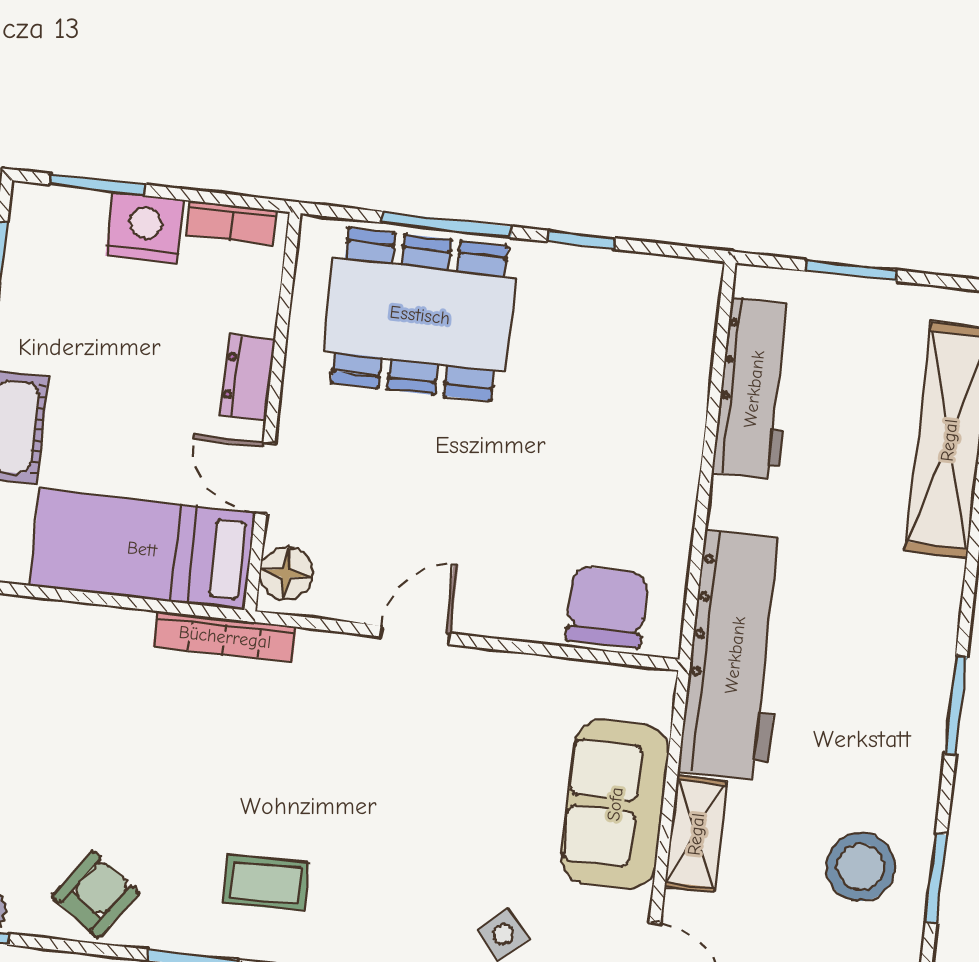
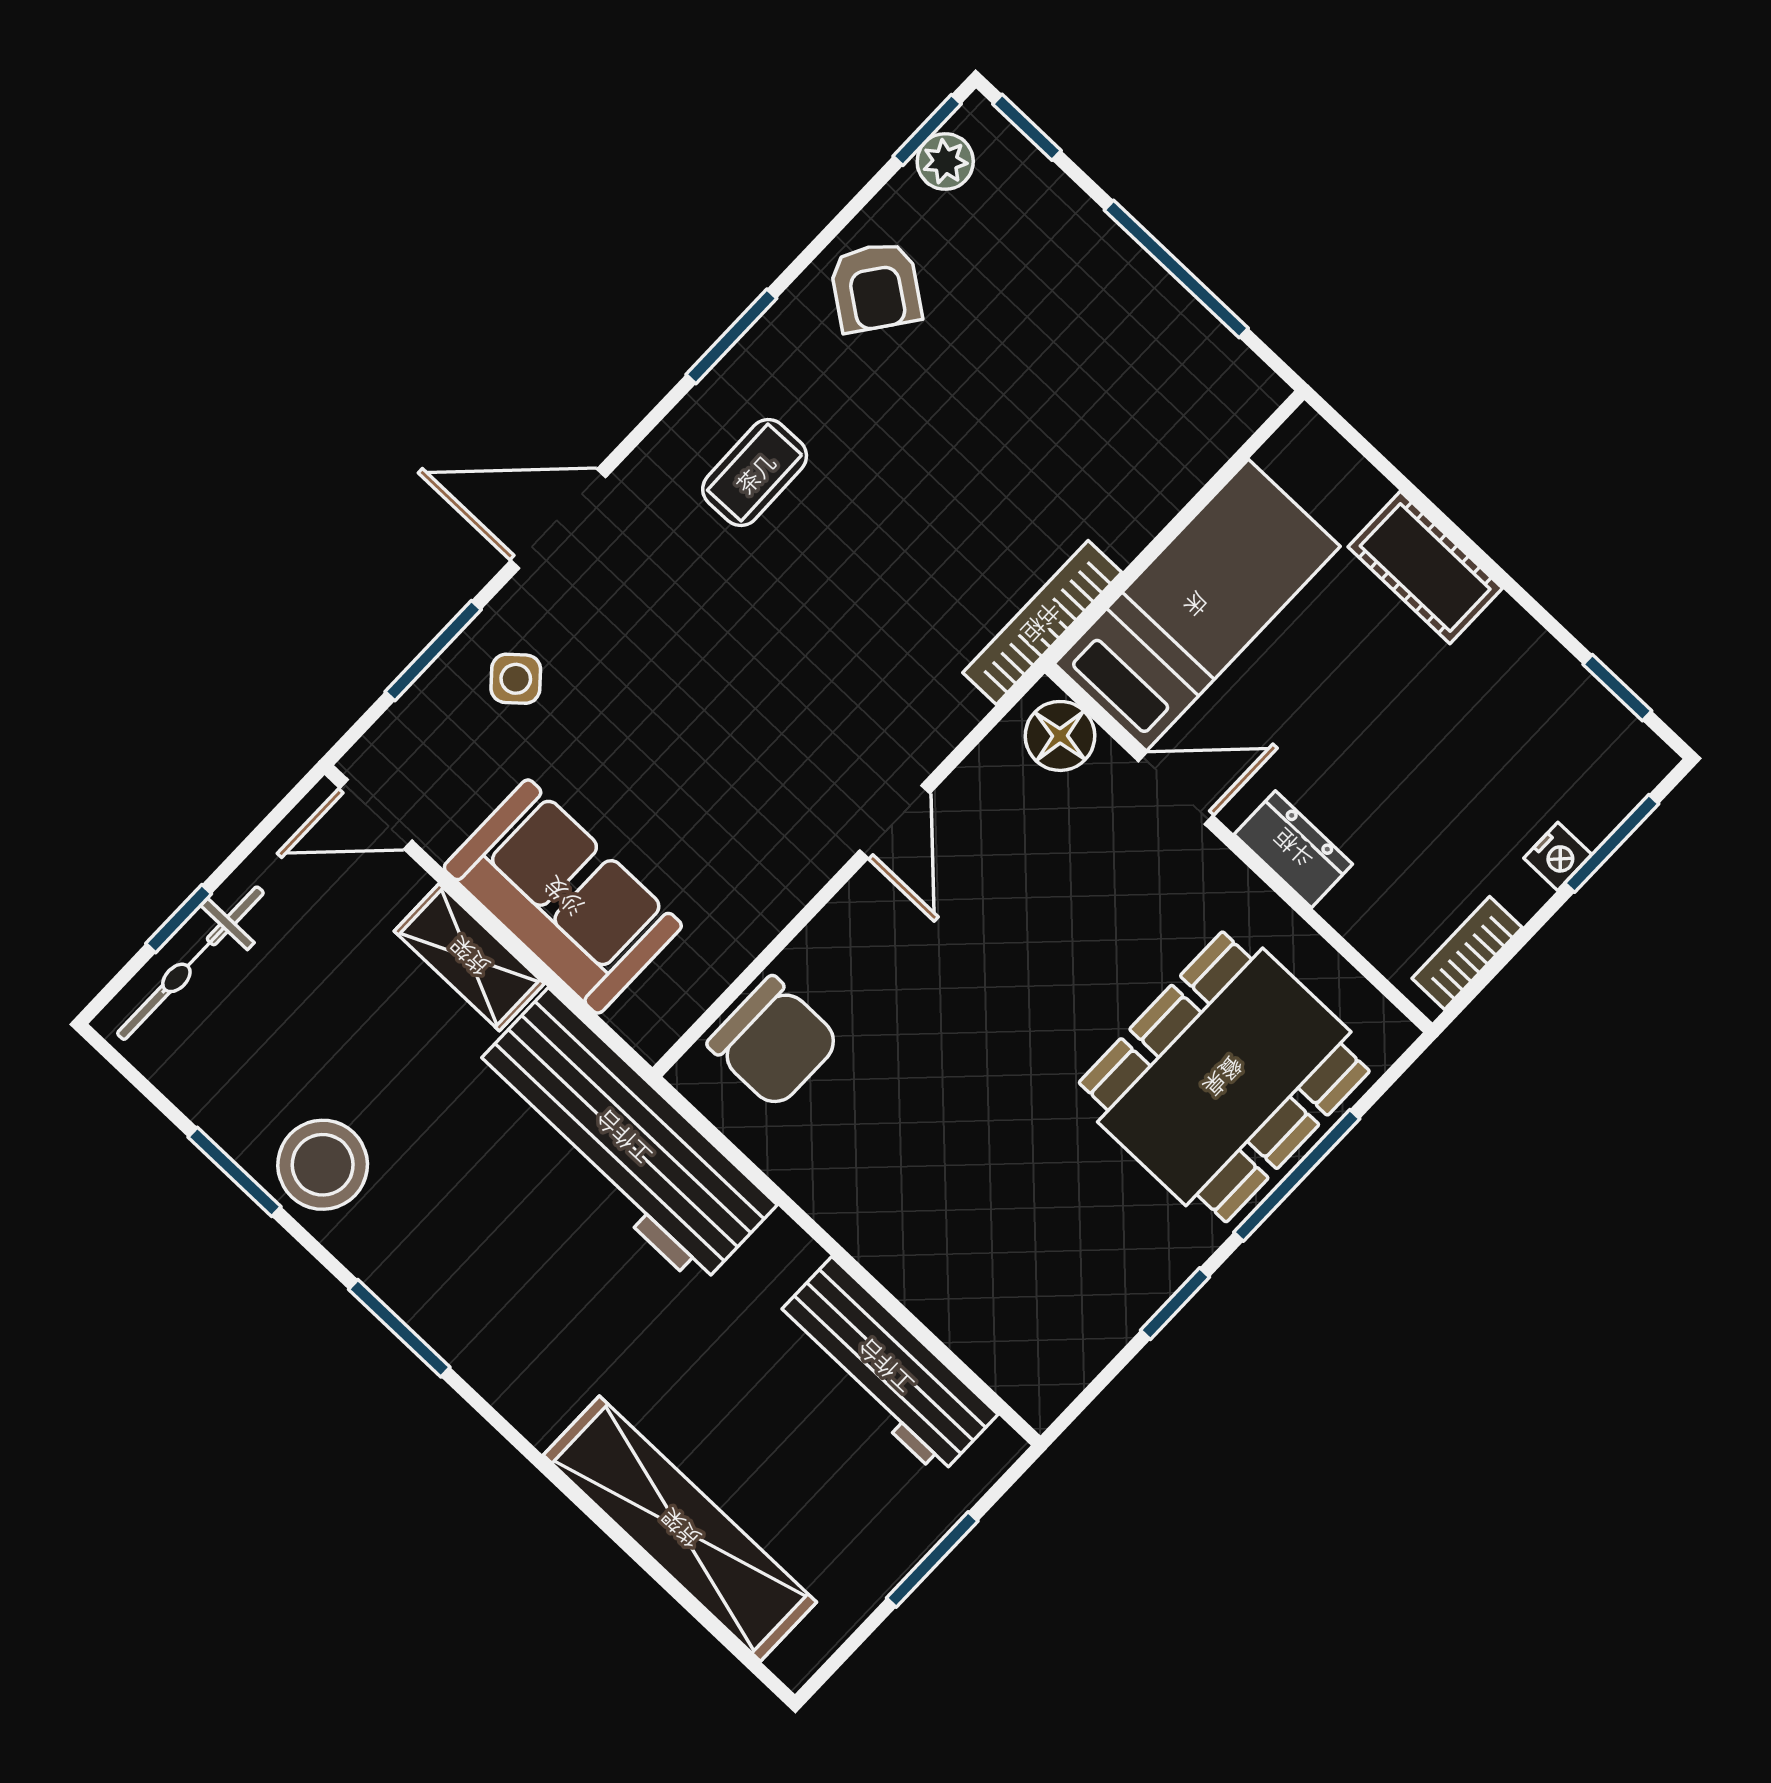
nightstand: (145, 228) -> (1558, 856), width x0.53, depth x0.56
stool: (861, 867) -> (323, 1165), moved

